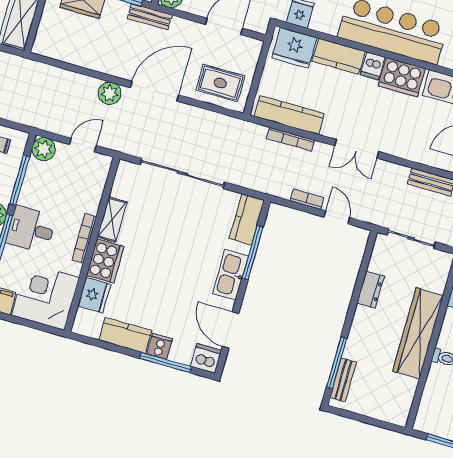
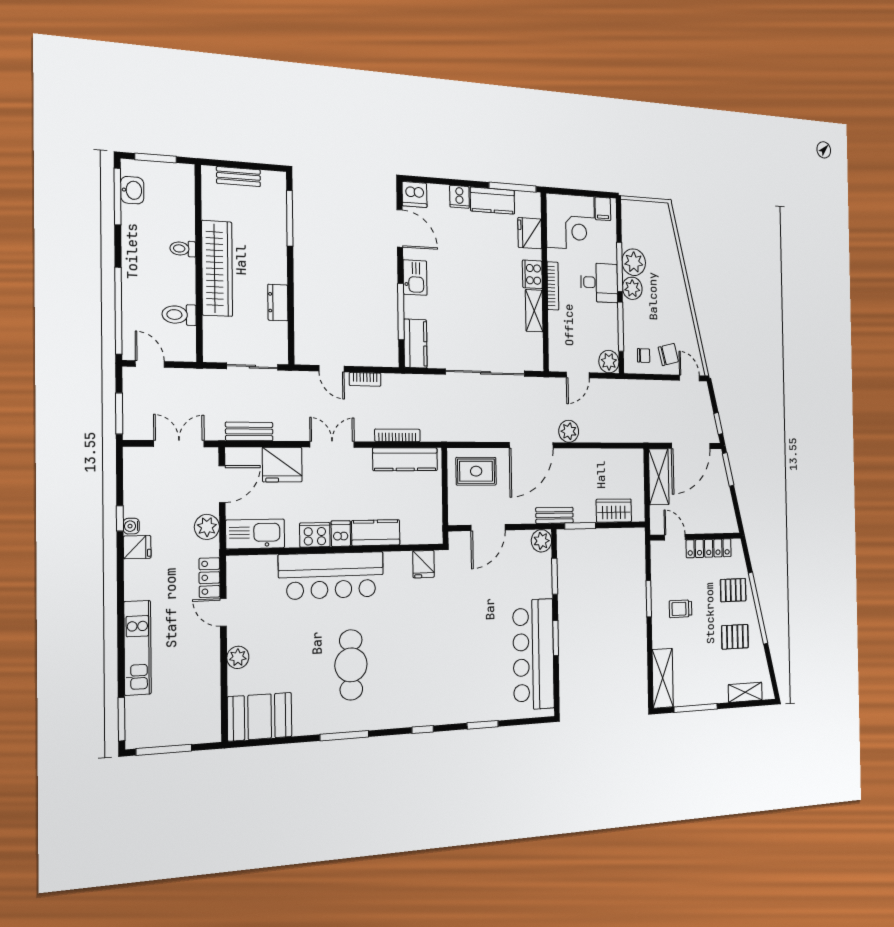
fridge: (294, 48) -> (282, 465), moved, turned 180
cooker: (402, 77) -> (315, 535), width x0.73, depth x0.76
cooker: (105, 261) -> (532, 274), width x0.73, depth x0.76
kitchen sink: (230, 275) -> (415, 278), width x0.73
window: (166, 362) -> (513, 187), moved
bench: (343, 380) -> (238, 177), moved, turned 90

